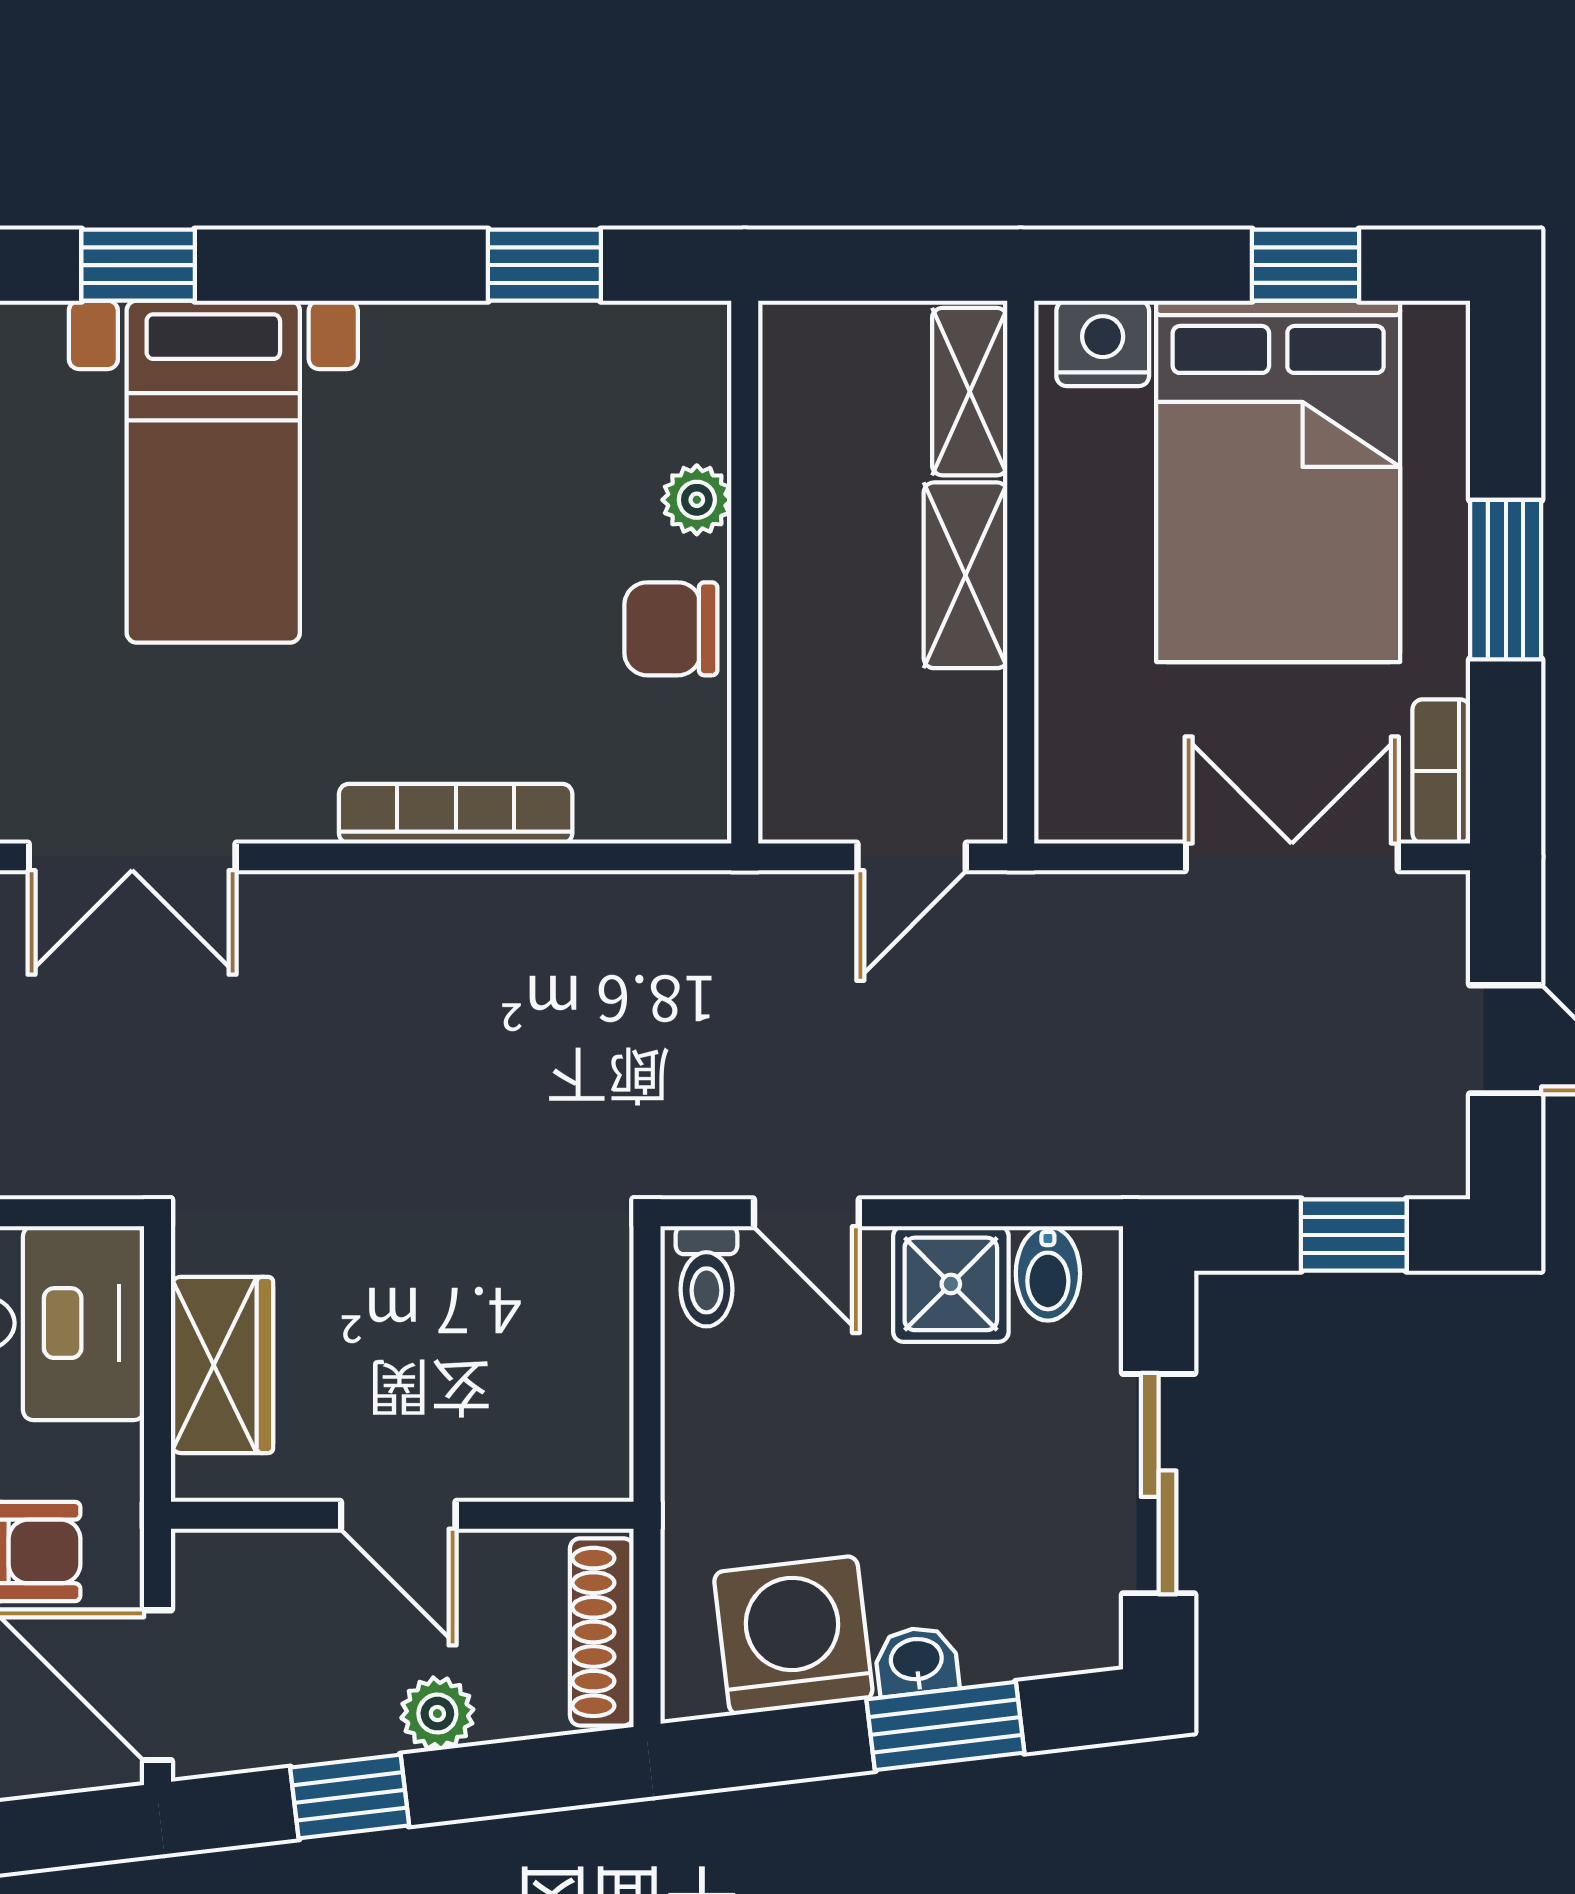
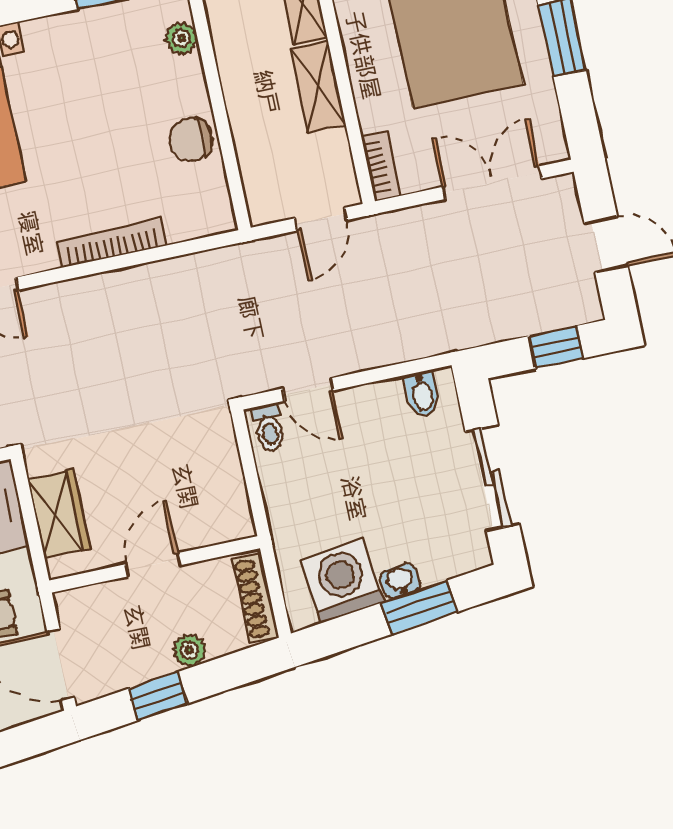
plant: (697, 500) -> (181, 38), moved
bookcase: (1441, 771) -> (381, 166), moved, turned 180
shower: (951, 1284) -> (380, 408), removed
door: (398, 1515) -> (153, 565), swing flipped

